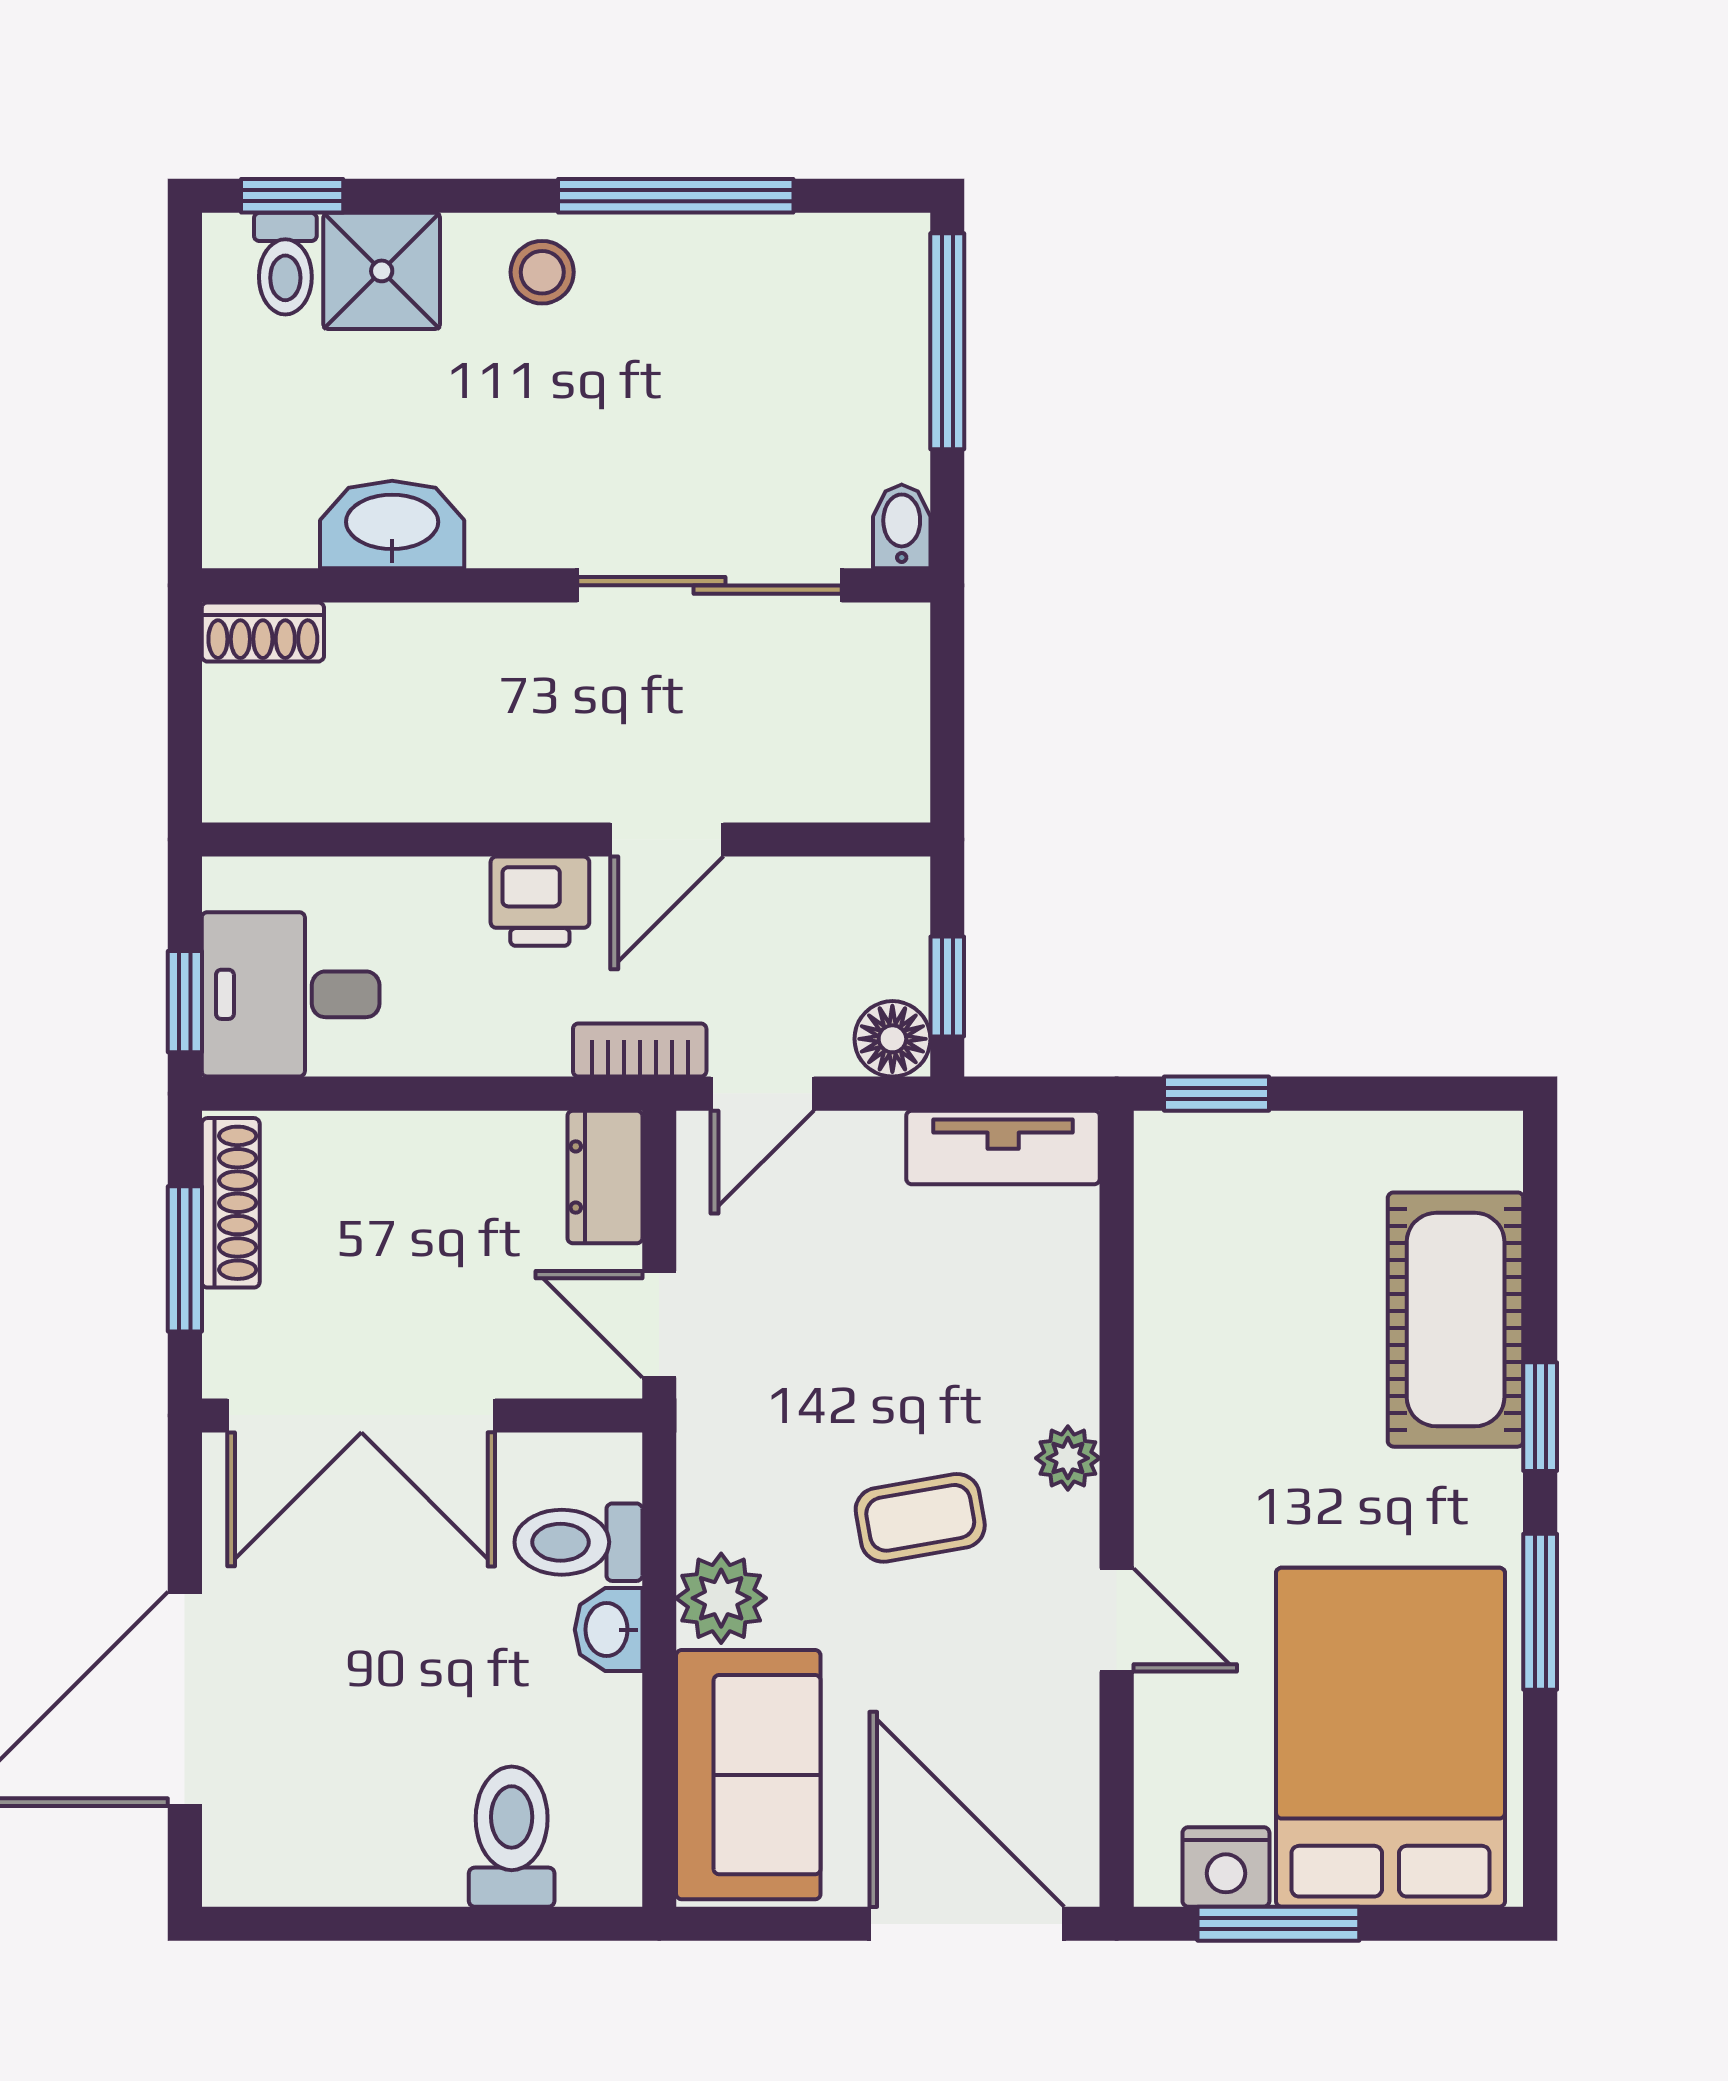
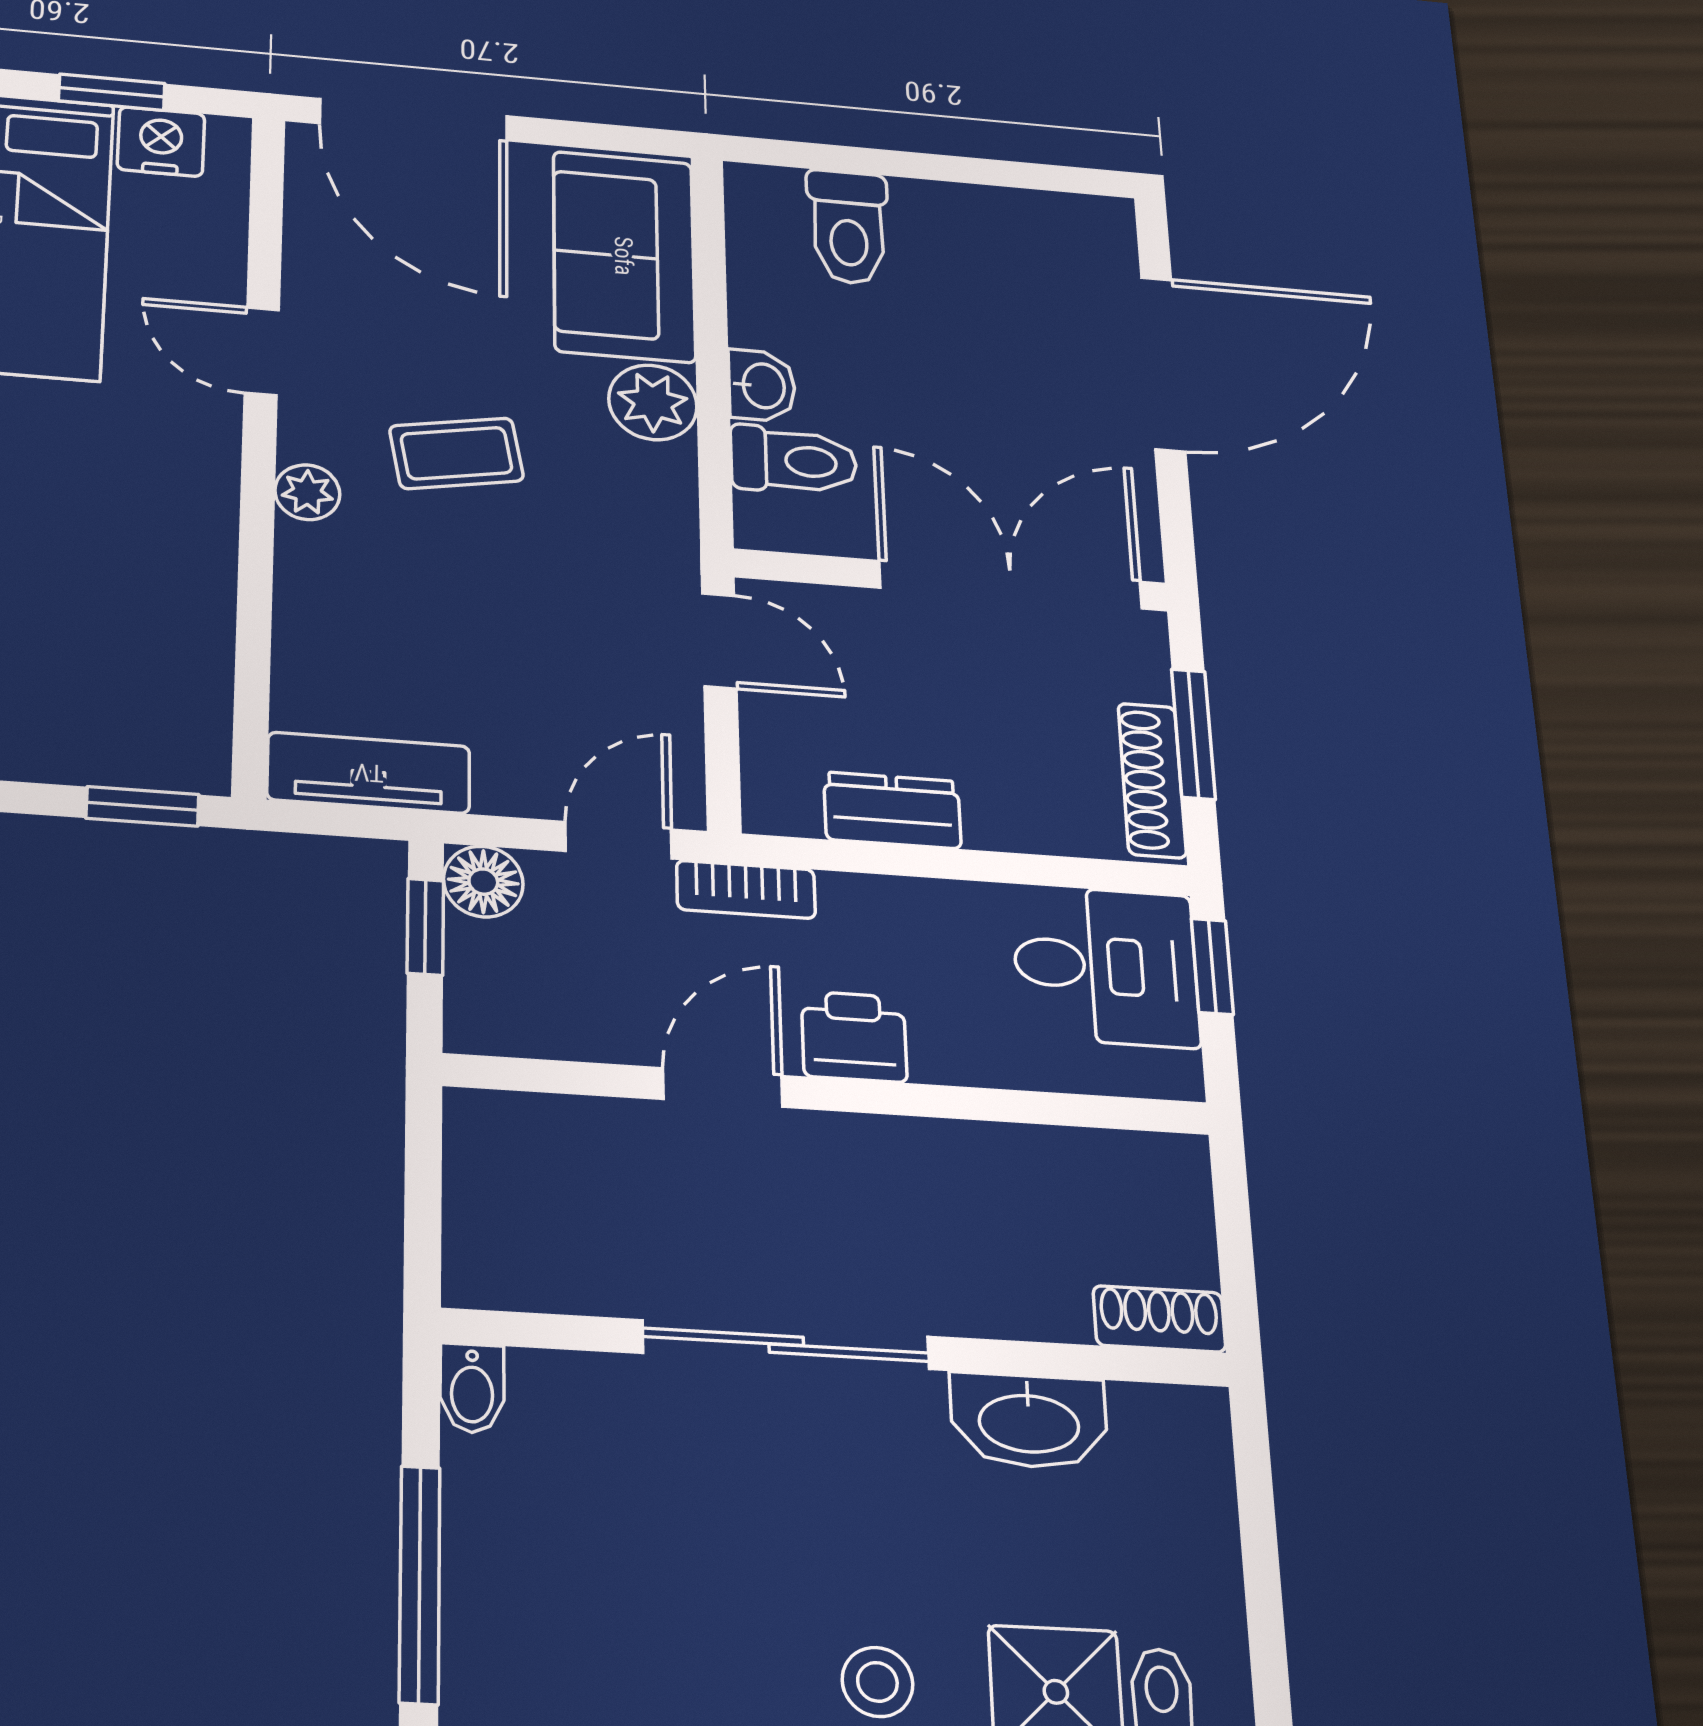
sliding door: (709, 585) -> (786, 1345), moved
dresser: (605, 1177) -> (892, 810), moved, turned -90
window: (1278, 1924) -> (112, 92), width x0.67

